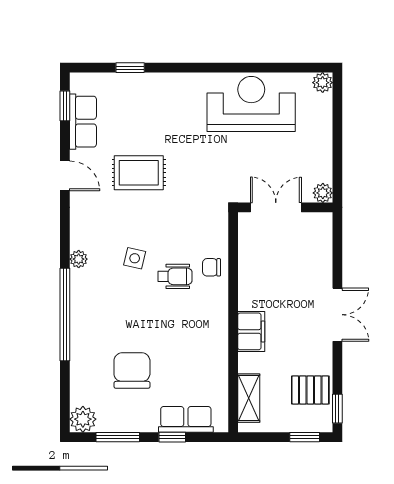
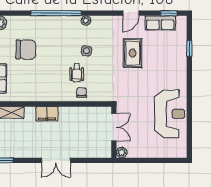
plant: (323, 83) -> (181, 152), removed
pallet: (310, 390) -> (15, 146), removed

